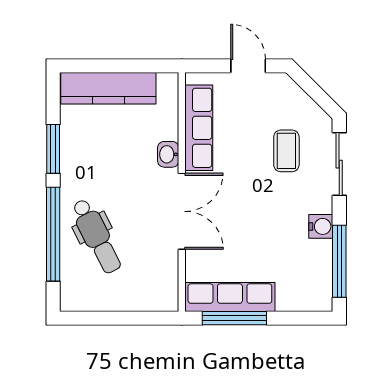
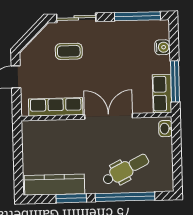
kitchen counter: (108, 88) -> (55, 185), moved, turned -90
washbasin: (168, 154) -> (165, 129), moved, turned 90
water cooler: (321, 226) -> (162, 47), moved, turned 90
row of seats: (230, 297) -> (162, 94), width x0.68

